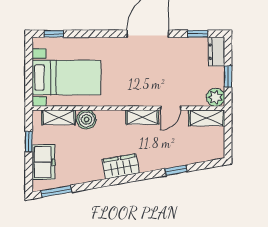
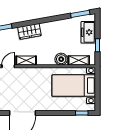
wardrobe: (121, 166) -> (29, 31), moved

